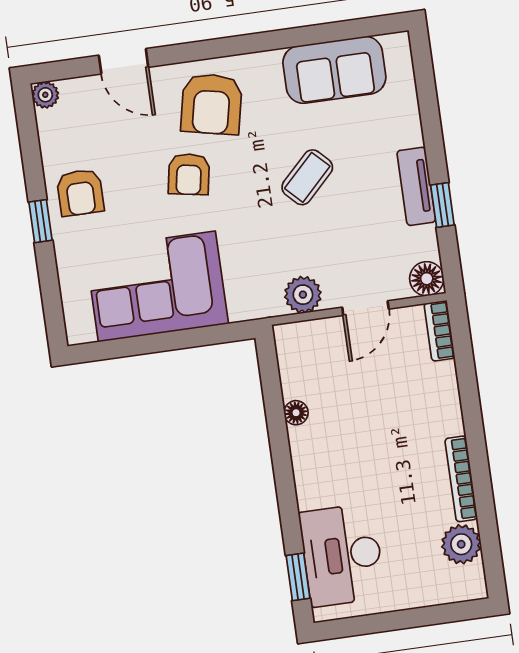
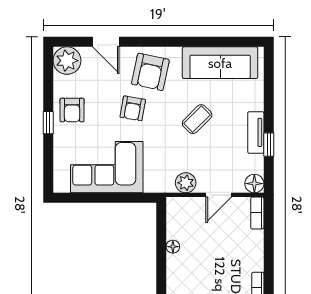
sofa: (334, 70) -> (220, 63), width x1.36
plant: (45, 95) -> (67, 61), width x1.88, depth x1.88

